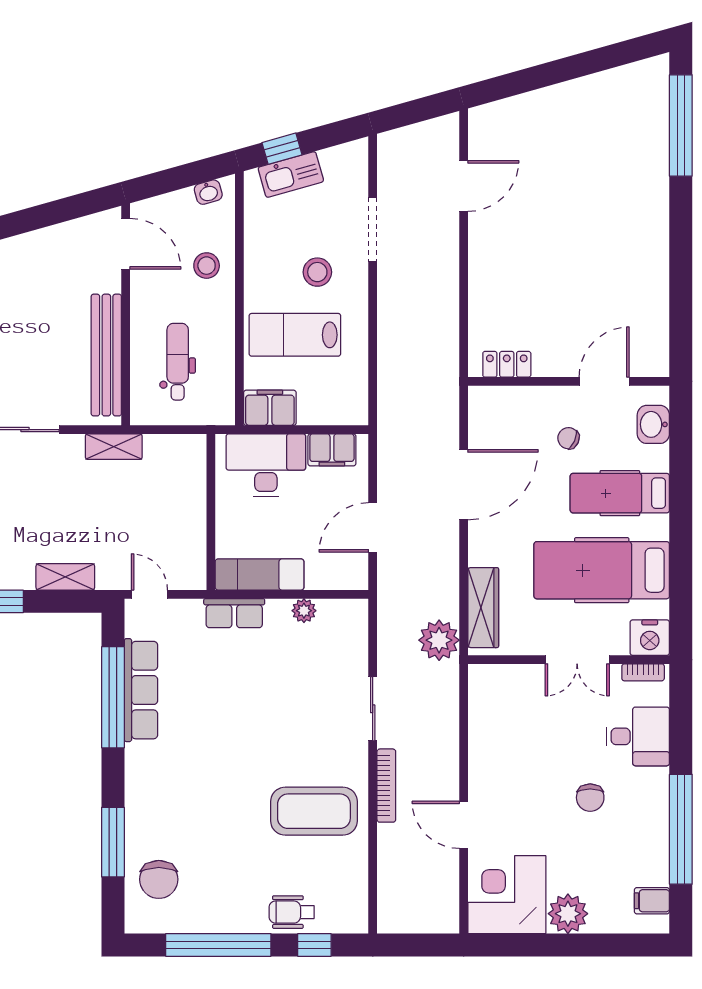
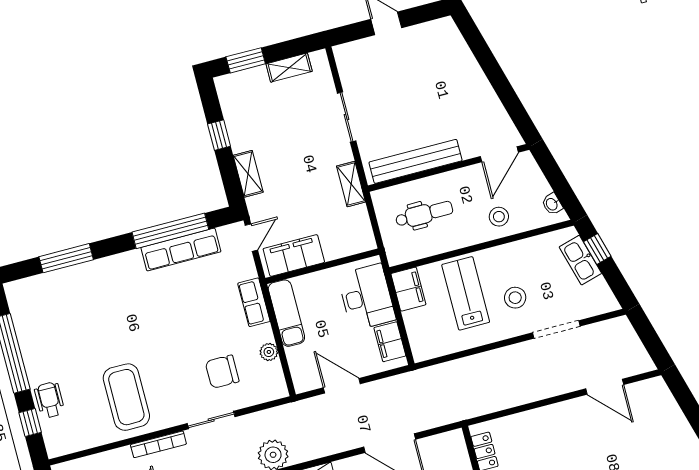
filing cabinet: (187, 545) -> (294, 255), added
chair: (159, 879) -> (222, 372), moved

